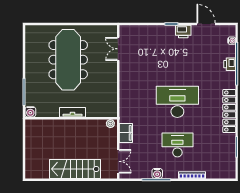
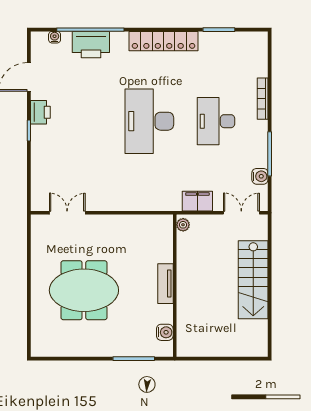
double door: (118, 49) -> (67, 213), swing flipped
meeting table: (68, 60) -> (84, 290), width x0.73
printer: (230, 64) -> (91, 45), width x1.87, depth x1.48
water cooler: (30, 112) -> (165, 332), moved
water cooler: (157, 173) -> (260, 176), moved

